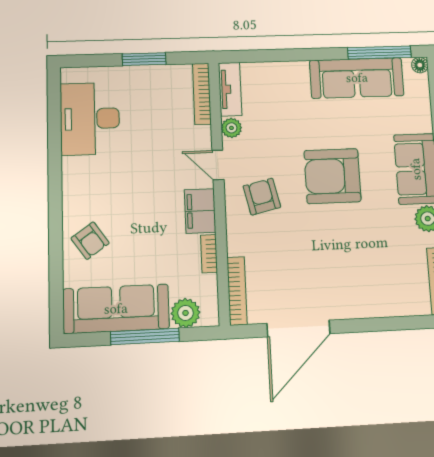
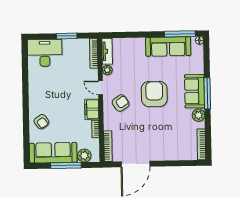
desk: (90, 119) -> (45, 53), moved, turned 90
armchair: (332, 176) -> (154, 94), turned 90
armchair: (262, 197) -> (121, 103), turned 69

